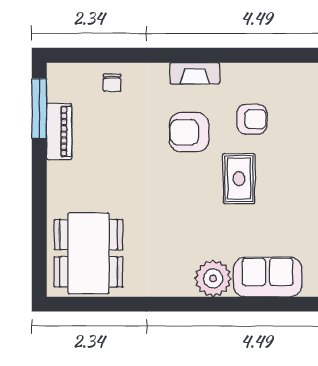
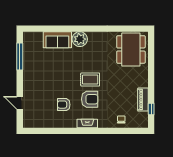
window: (39, 109) -> (151, 109), width x0.46
rug: (239, 179) -> (90, 79), moved, turned 90

